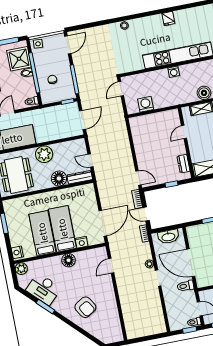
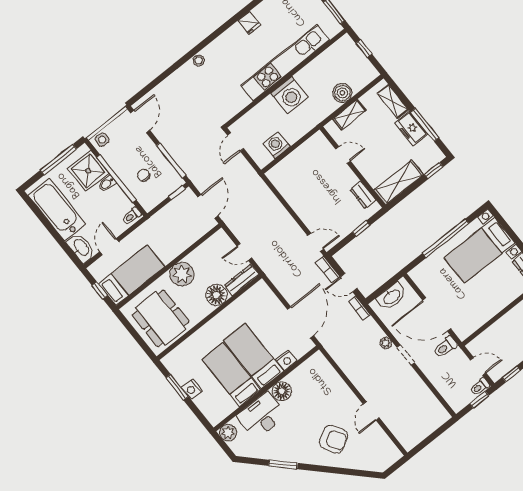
washing machine: (174, 72) -> (290, 95), width x1.89, depth x1.89
door: (184, 132) -> (343, 155), swing flipped
nightstand: (17, 252) -> (192, 389), moved
door: (111, 266) -> (371, 411), moved
desk: (44, 289) -> (261, 416), moved, turned 135

